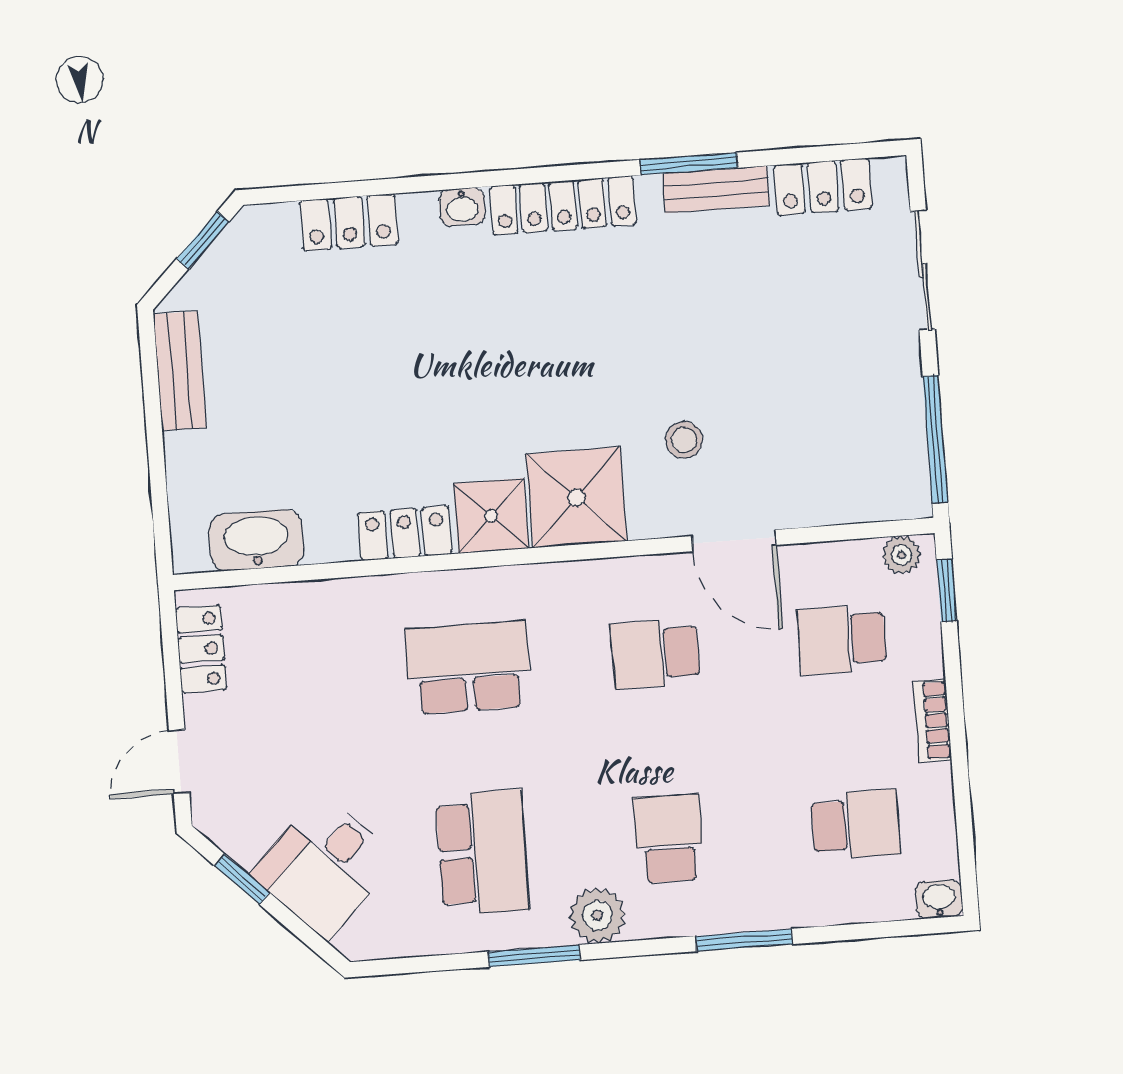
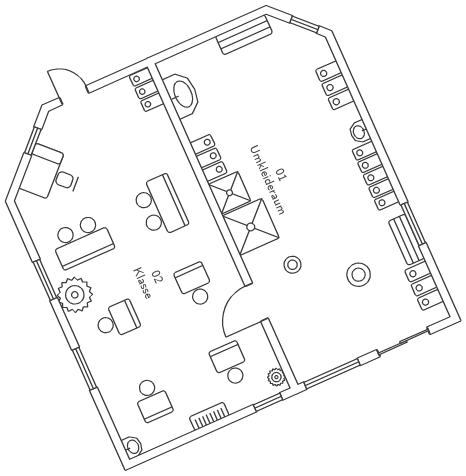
stool: (753, 312) -> (359, 275), added
locker: (201, 649) -> (147, 90), moved, turned 90
plant: (597, 915) -> (75, 295), width x1.36, depth x1.36

